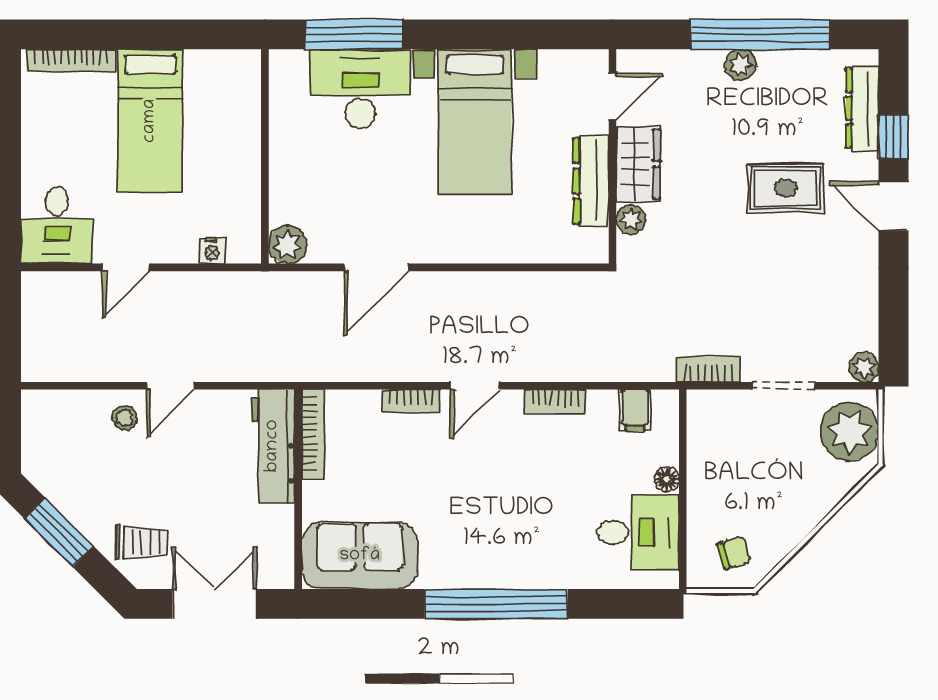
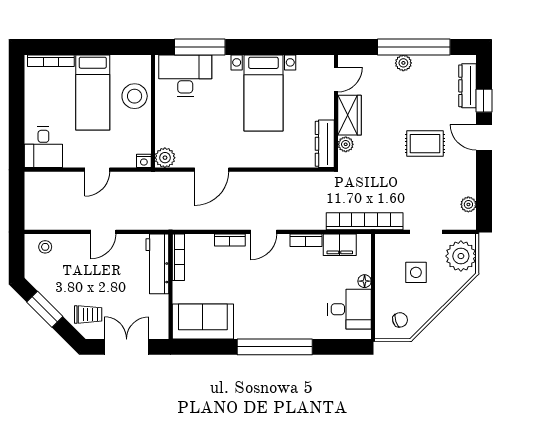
desk: (360, 89) -> (185, 76), moved
stool: (230, 128) -> (135, 96), added
dresser: (591, 181) -> (325, 144), moved
rug: (786, 188) -> (425, 144), moved
nightstand: (212, 251) -> (144, 161), moved
door: (126, 267) -> (97, 170), moved
plant: (864, 367) -> (468, 204), moved
bookcase: (708, 369) -> (365, 221), width x2.31, depth x1.31
filing cabinet: (635, 410) -> (340, 245), width x2.00
stool: (125, 418) -> (45, 247), moved
side table: (764, 463) -> (416, 272), added

